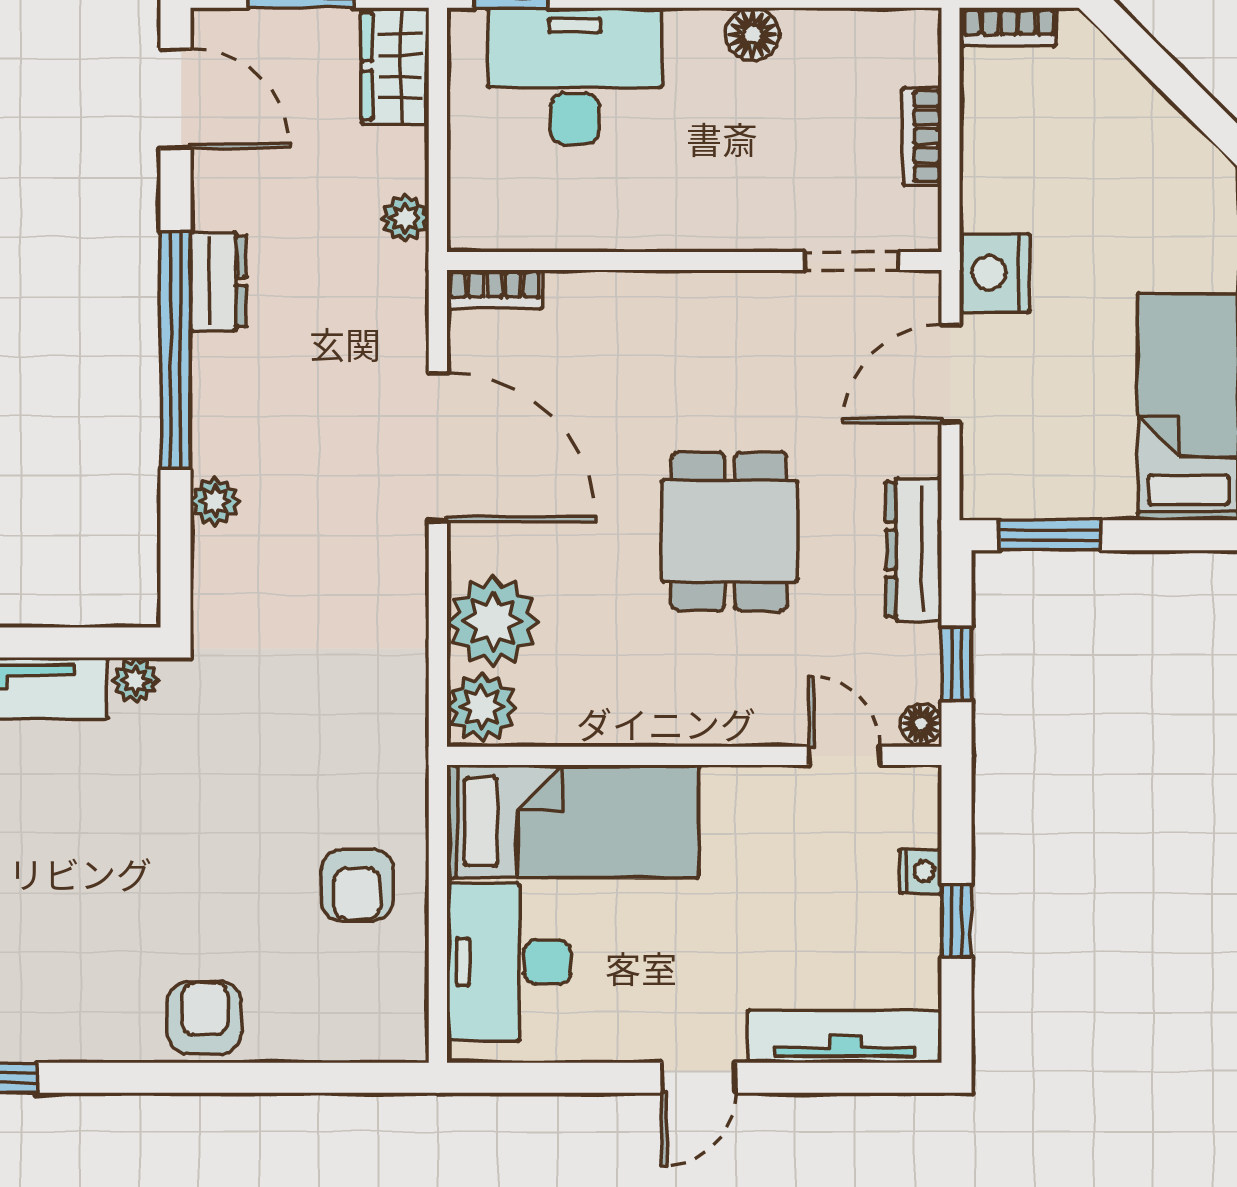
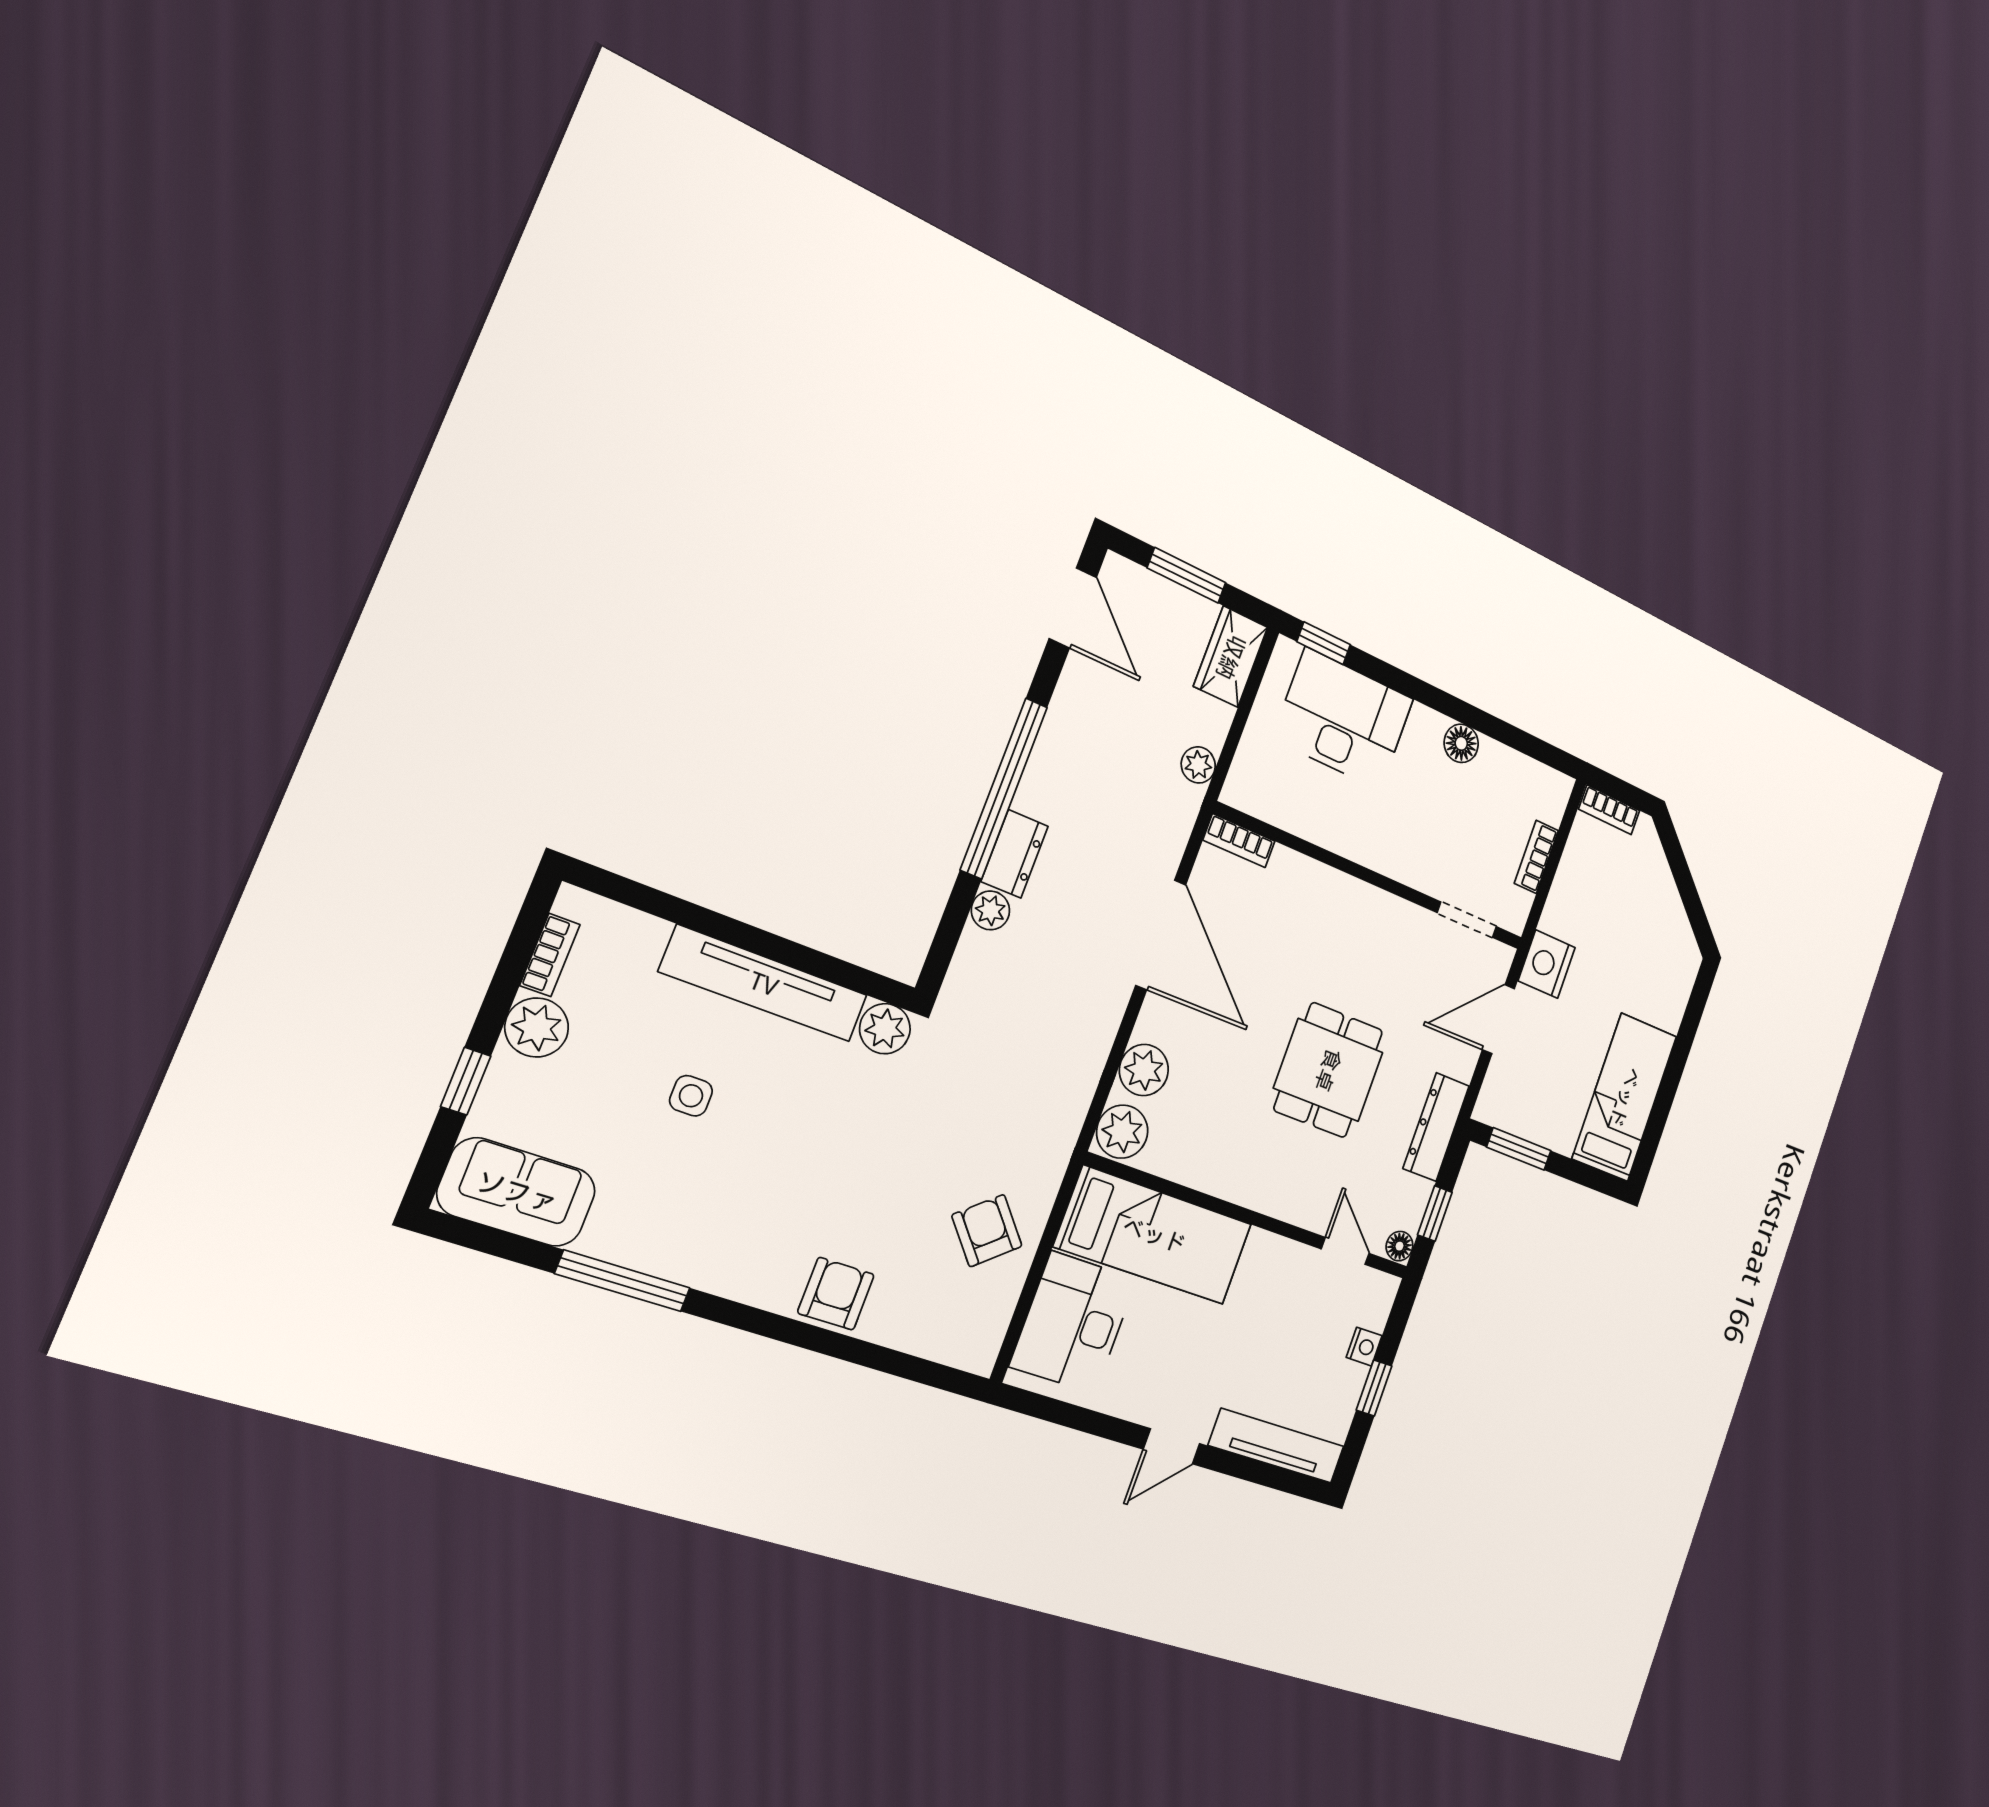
dresser: (218, 281) -> (1015, 854), moved
plant: (493, 621) -> (1144, 1070), width x0.73, depth x0.73
plant: (135, 680) -> (885, 1029), width x1.38, depth x1.38
armchair: (357, 885) -> (987, 1231), turned 140

